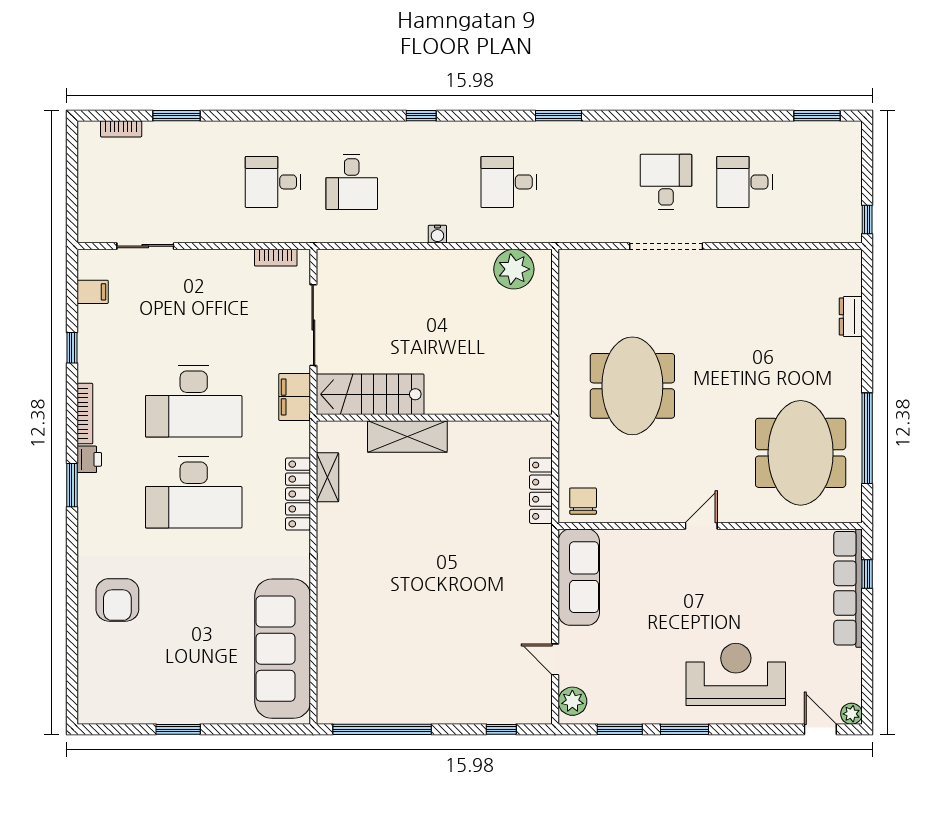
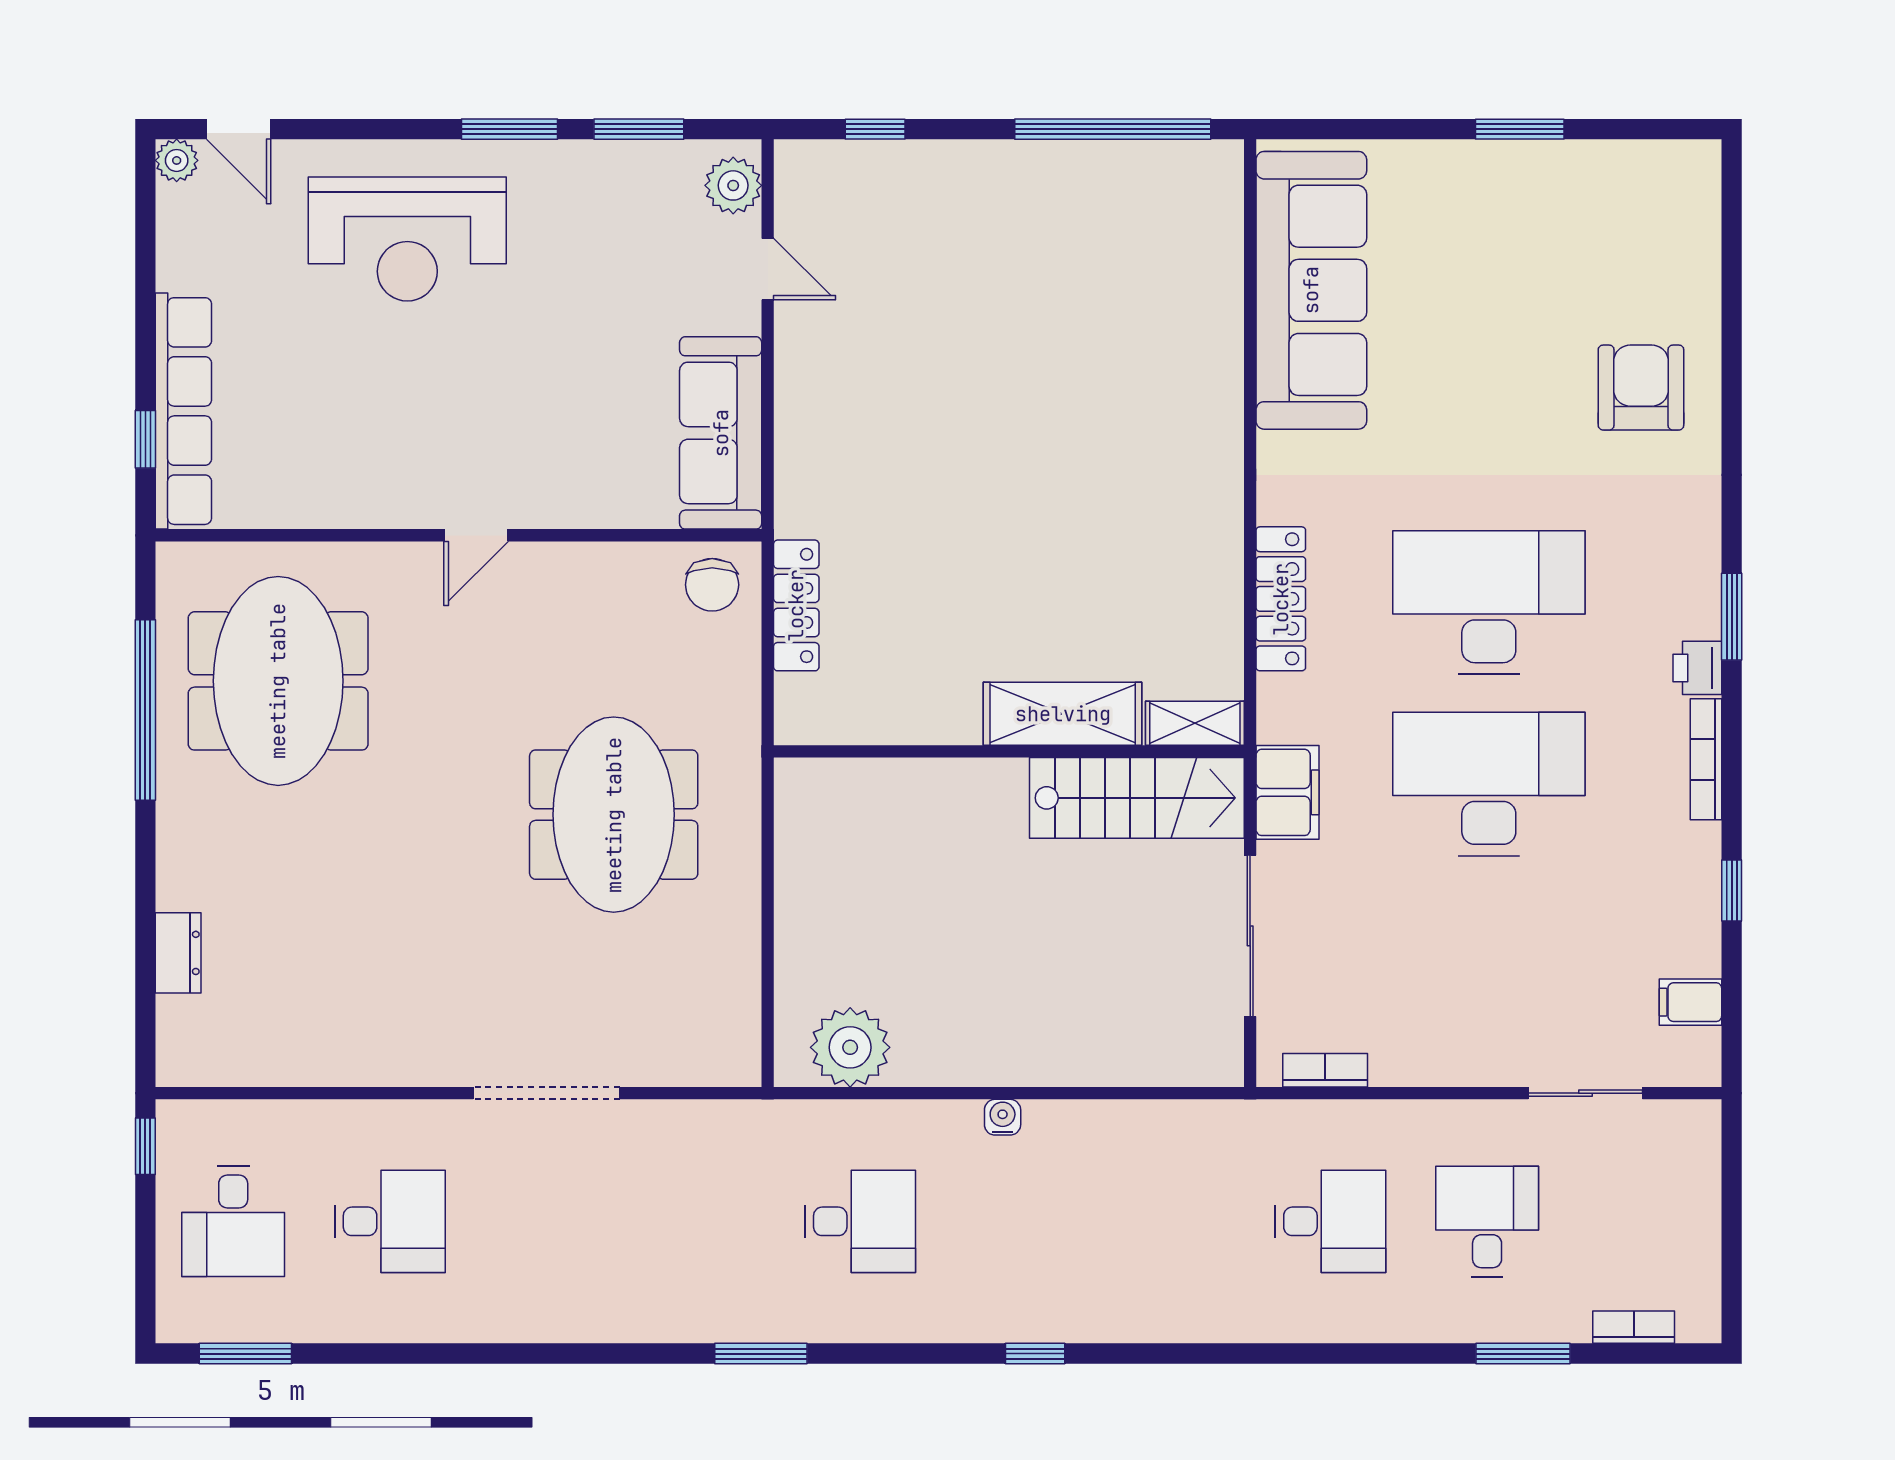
desk: (352, 182) -> (1487, 1221), moved
desk: (666, 182) -> (233, 1221), moved
shelving: (327, 477) -> (1195, 723), moved, turned 90

